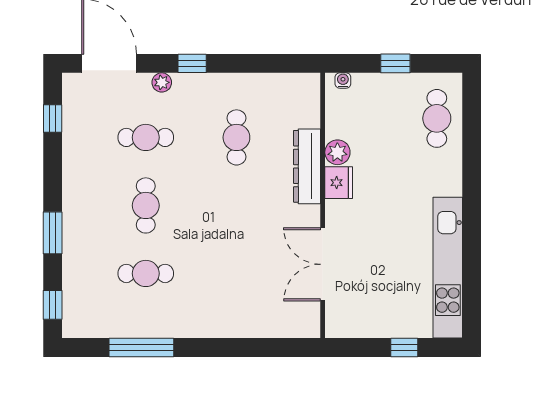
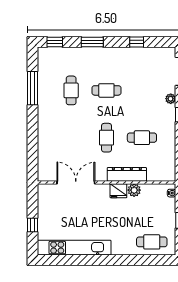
window: (53, 118) -> (137, 42), moved
cafe table: (146, 137) -> (106, 138), moved

